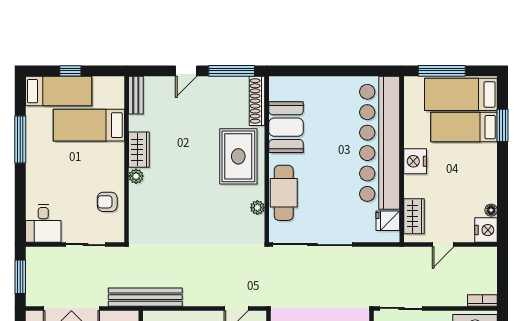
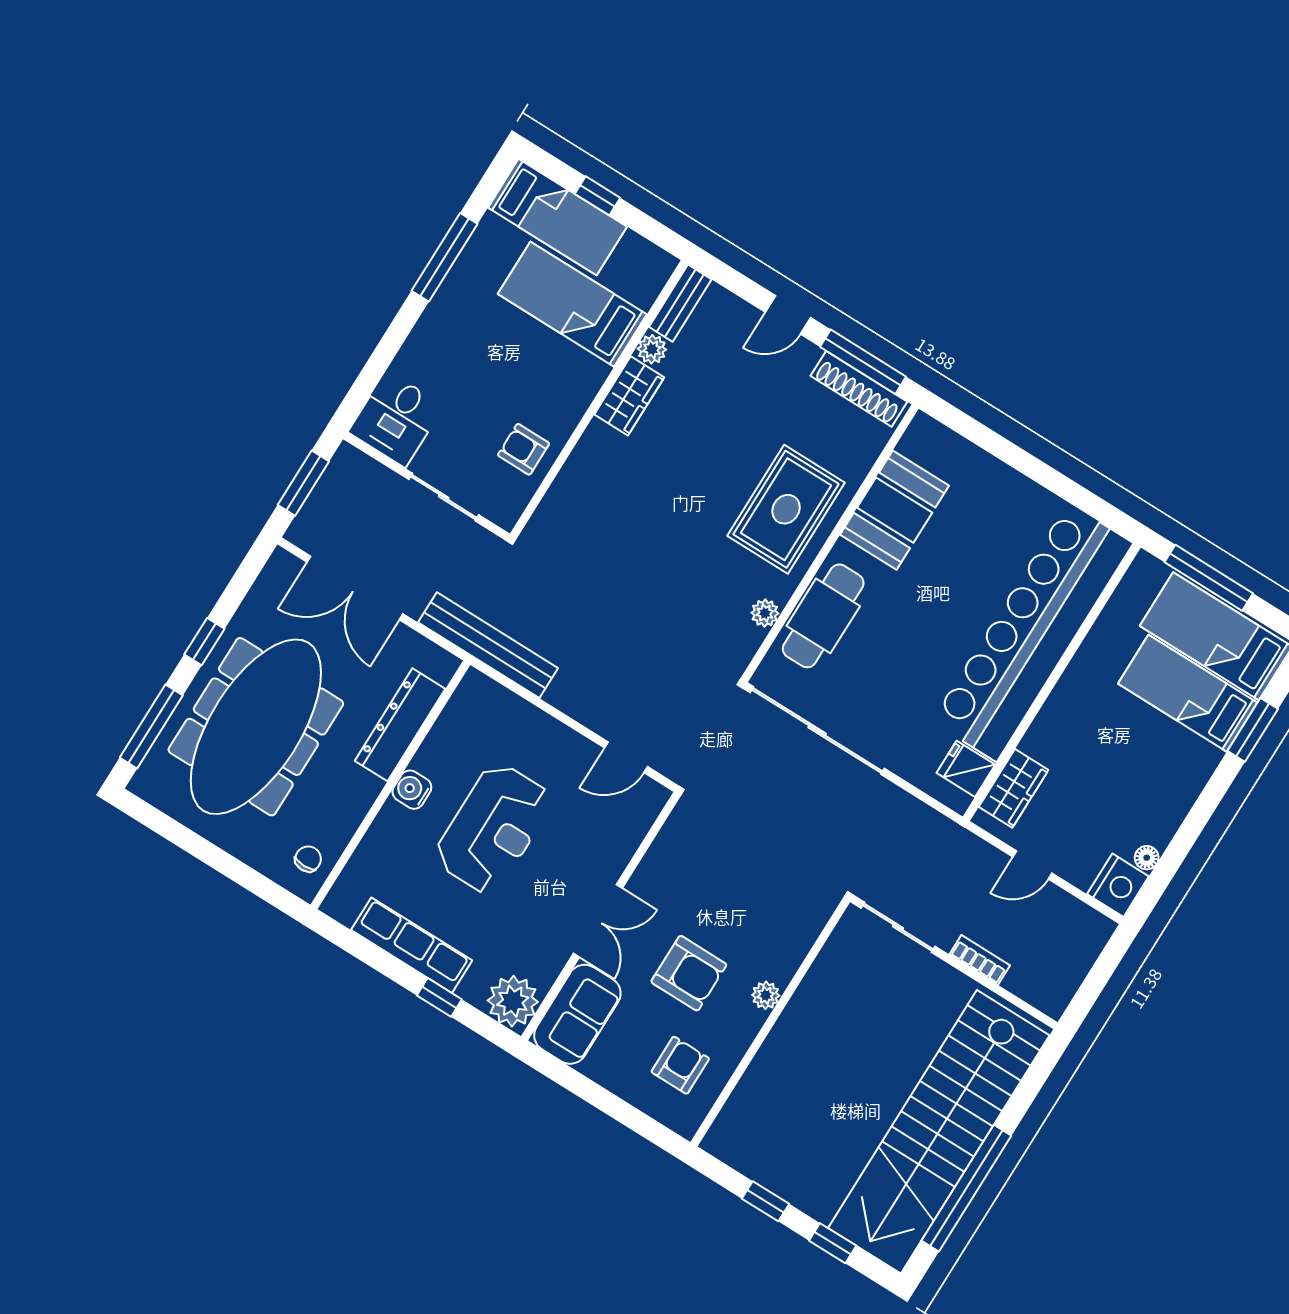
shoe rack: (257, 101) -> (859, 389), moved, turned -90
nightstand: (415, 161) -> (1072, 699), removed
plant: (136, 176) -> (652, 349), moved
bookcase: (482, 300) -> (980, 960), moved

